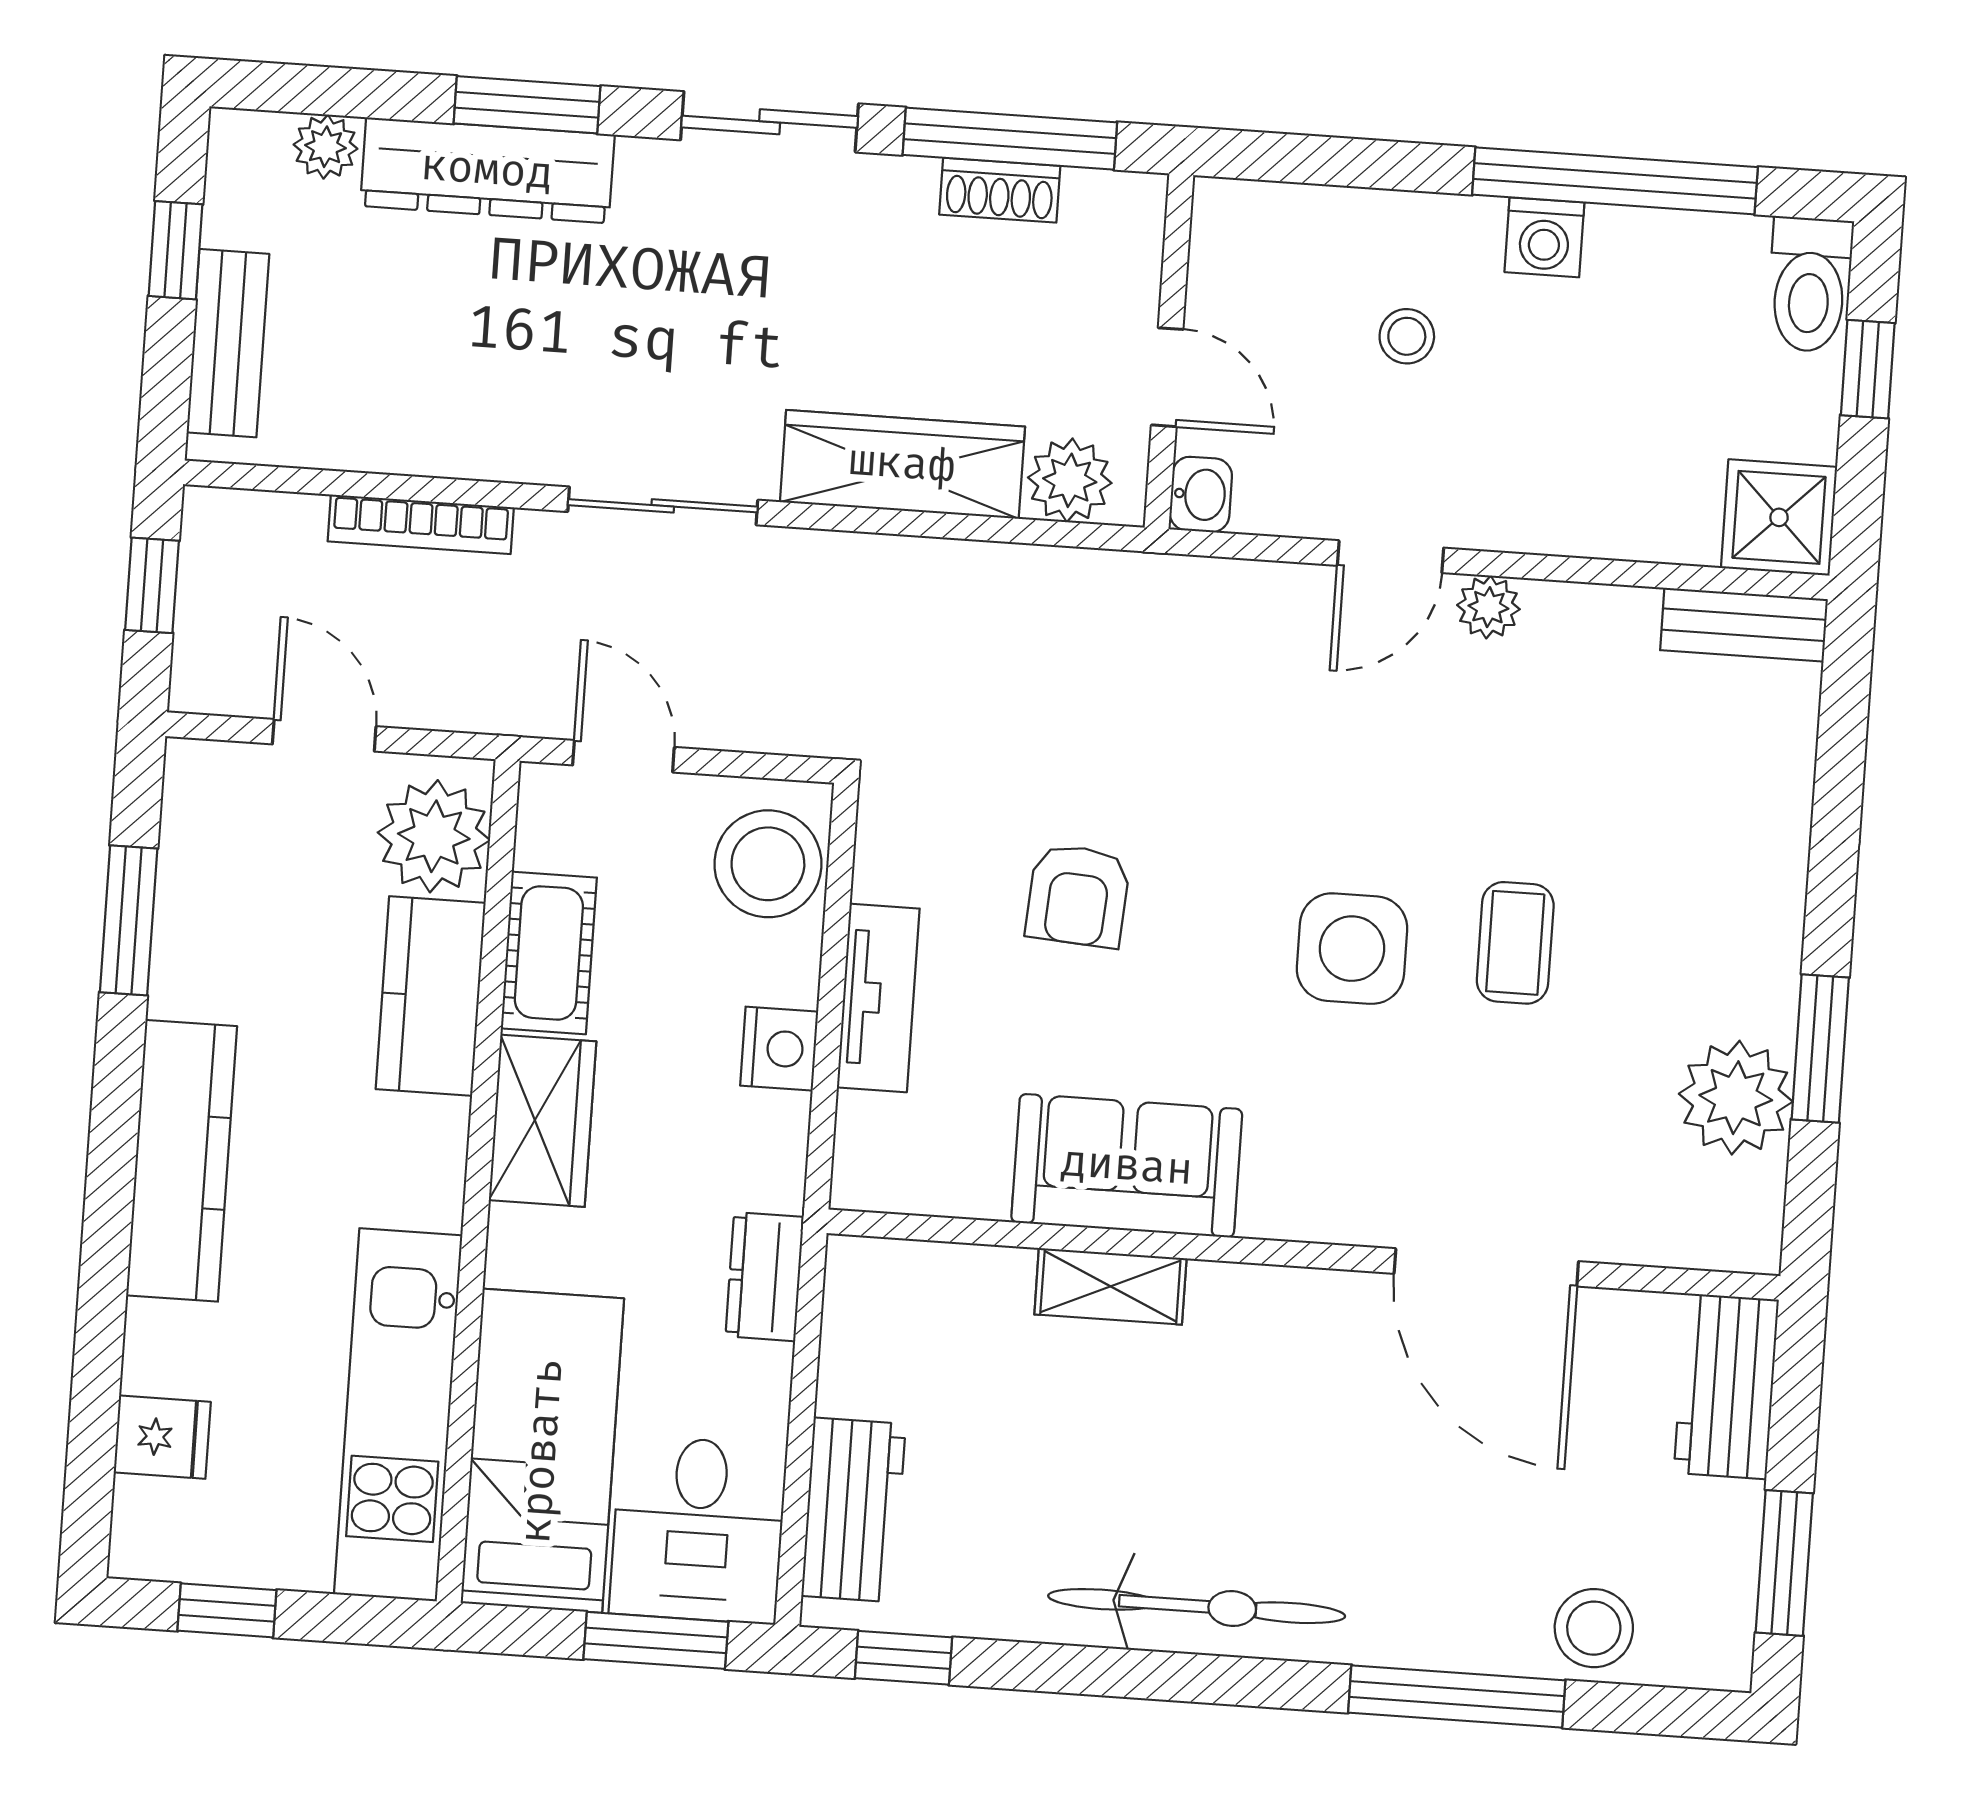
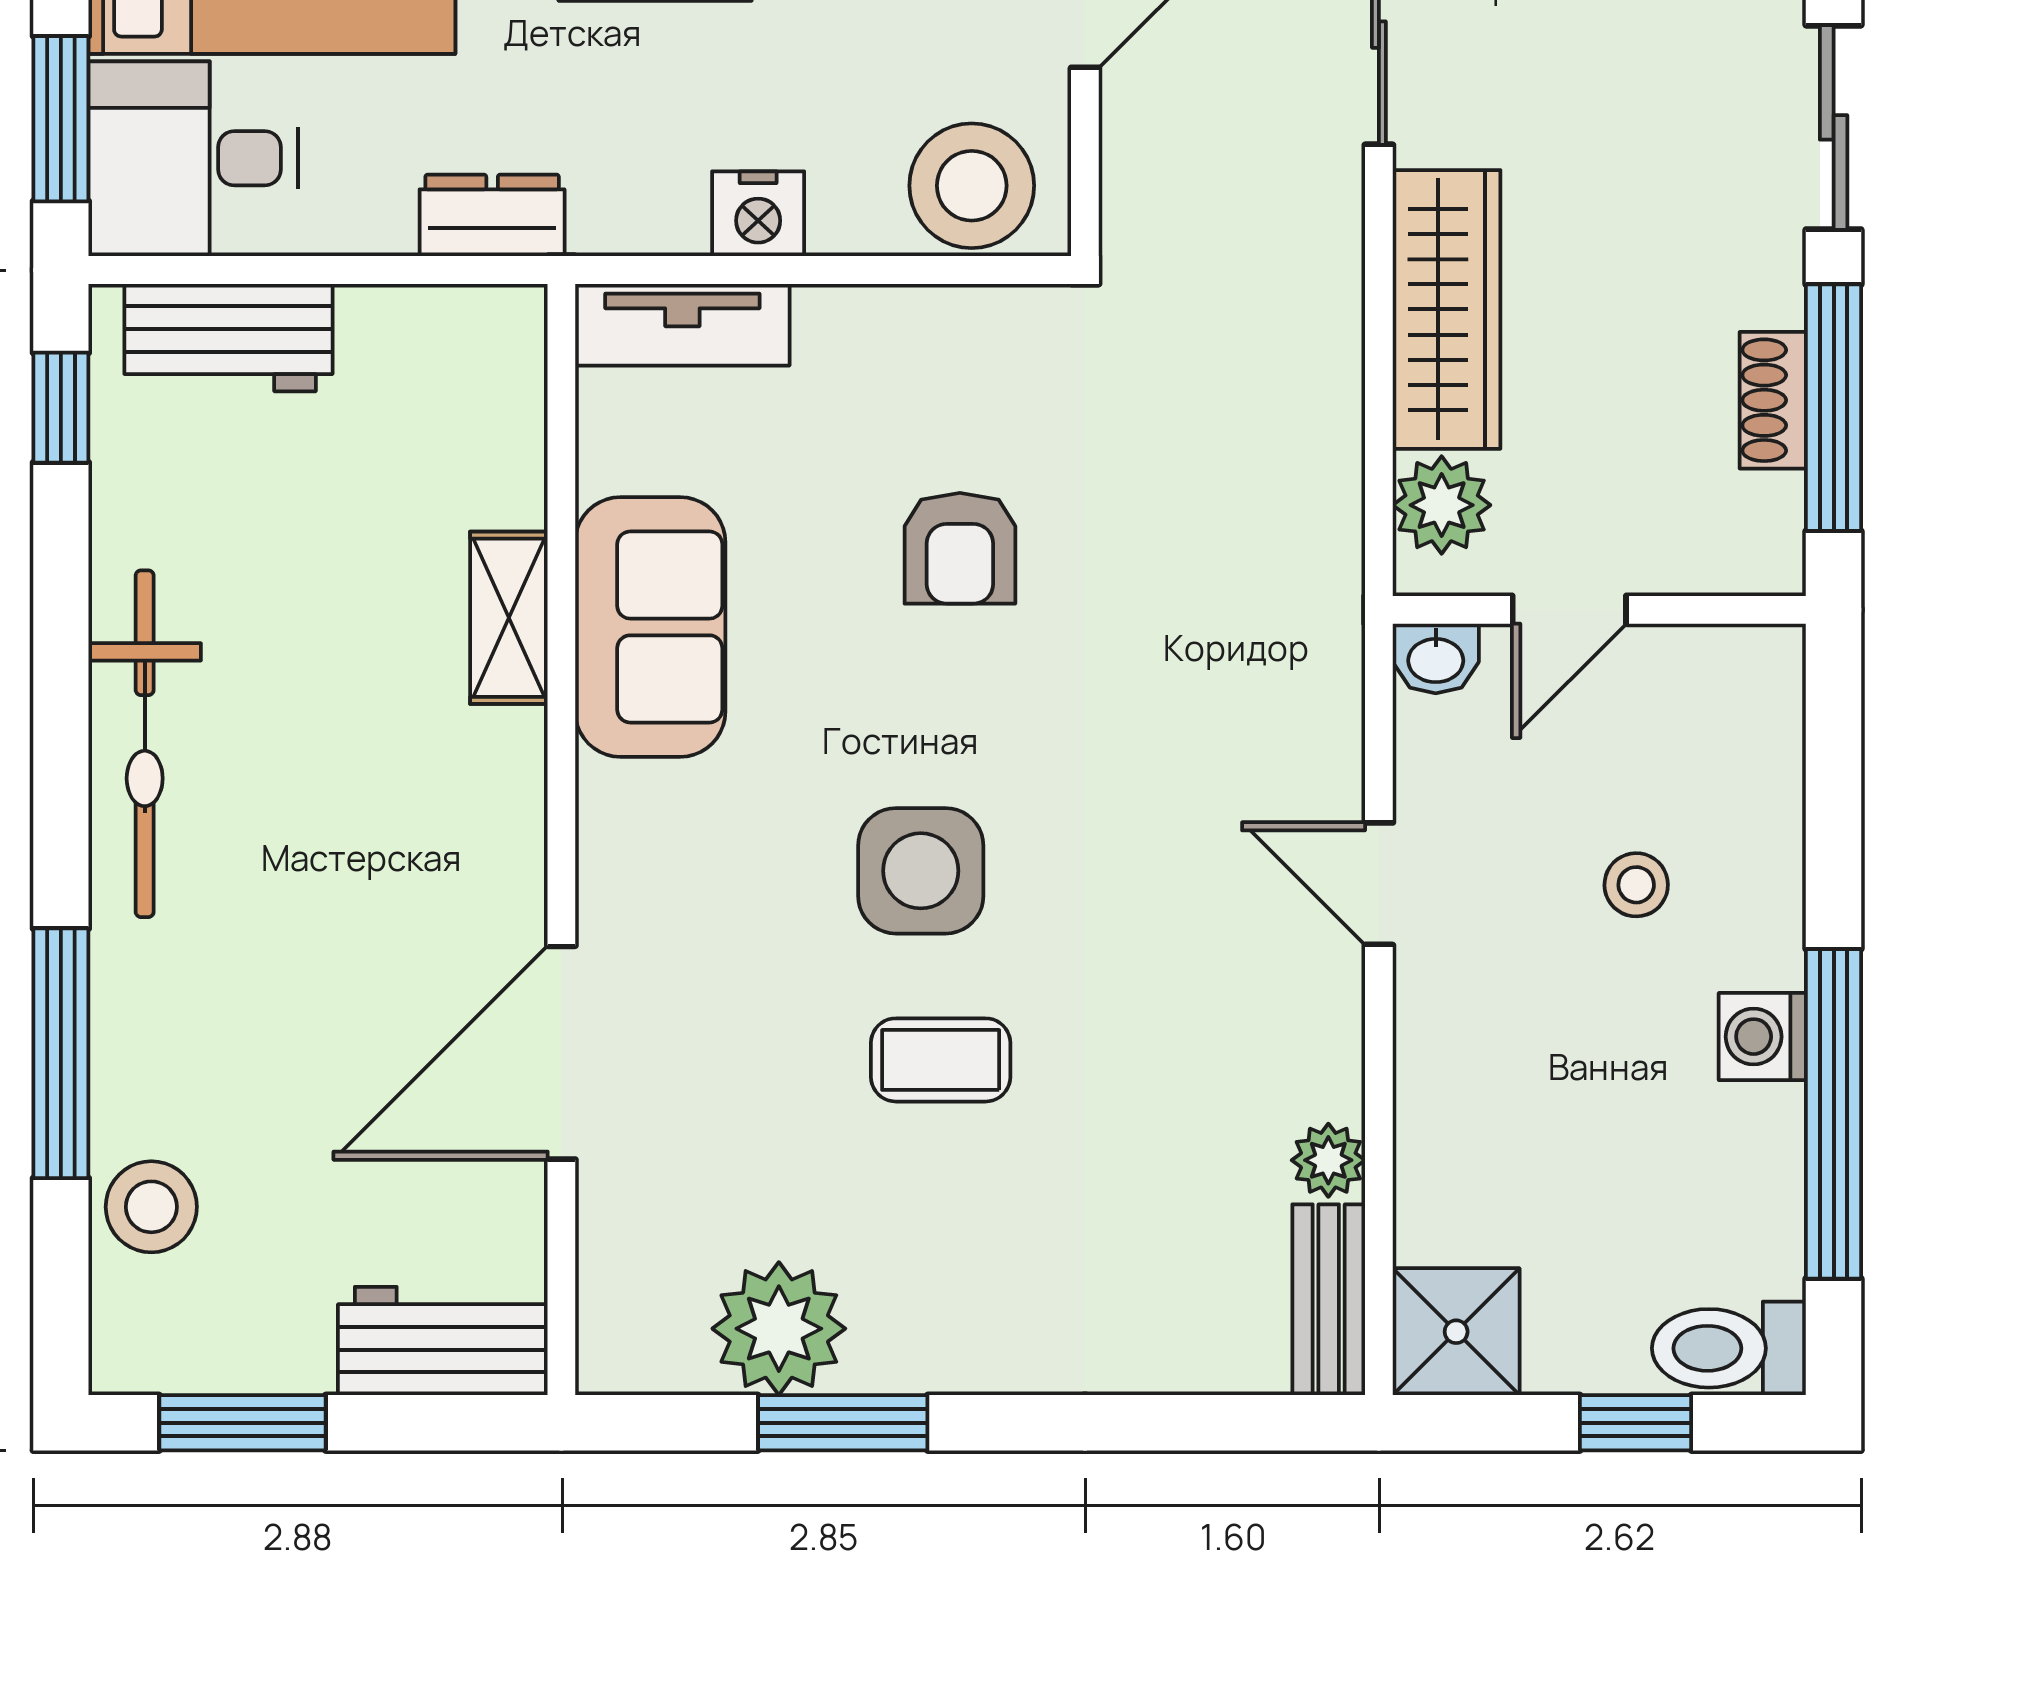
plant: (1488, 607) -> (1328, 1160), moved
armchair: (1078, 896) -> (960, 548), turned -94
tv unit: (878, 998) -> (682, 325), moved

